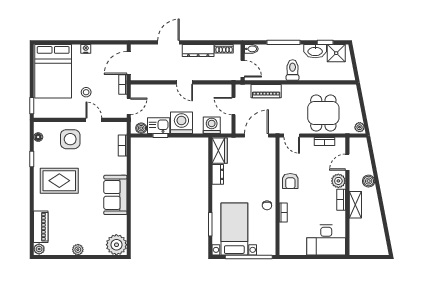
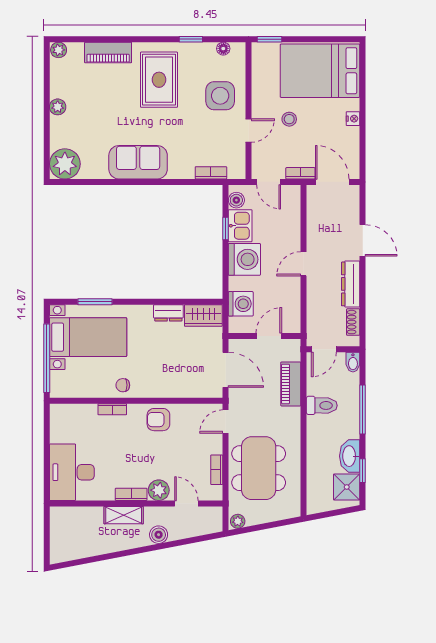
toilet: (293, 70) -> (322, 405), moved
dining table: (323, 113) -> (259, 468), width x1.38
piano: (41, 227) -> (108, 53), moved

